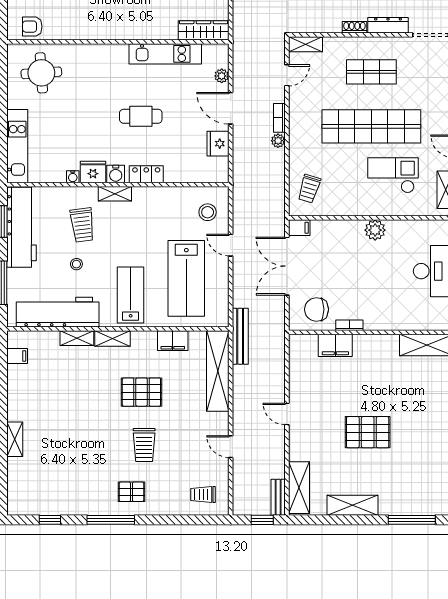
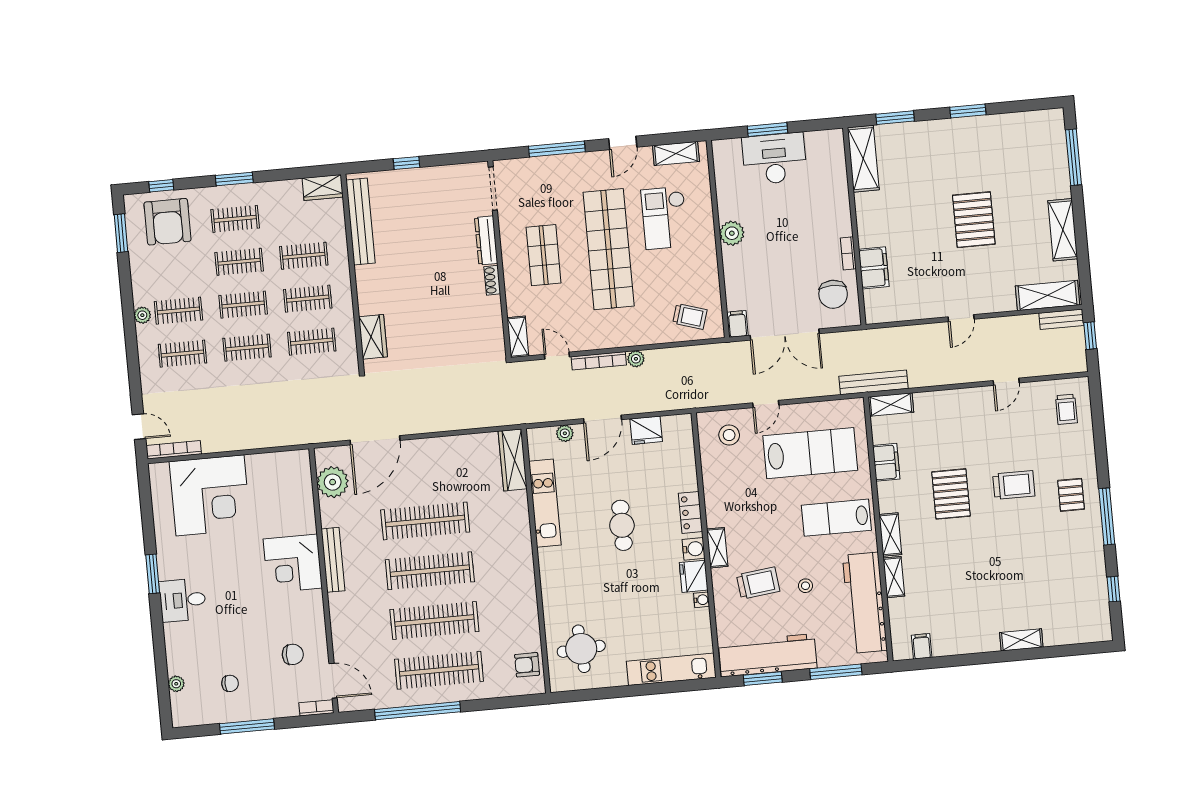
armchair: (32, 27) -> (527, 665), turned 90
bookcase: (279, 118) -> (599, 361), width x1.56
shelving: (218, 371) -> (891, 404), width x0.45, depth x0.75

